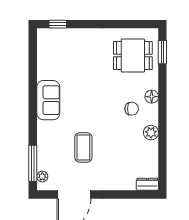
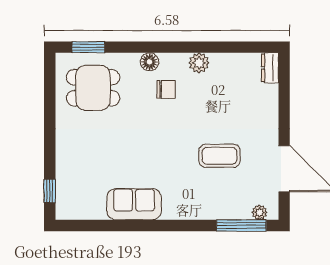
dining table: (133, 56) -> (93, 88), turned 90
sofa: (48, 100) -> (134, 204), moved
chair: (132, 109) -> (166, 89), turned 90

